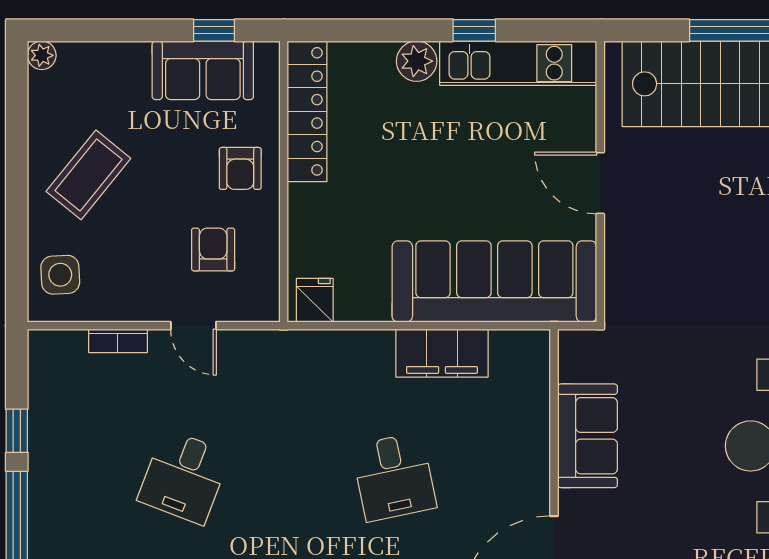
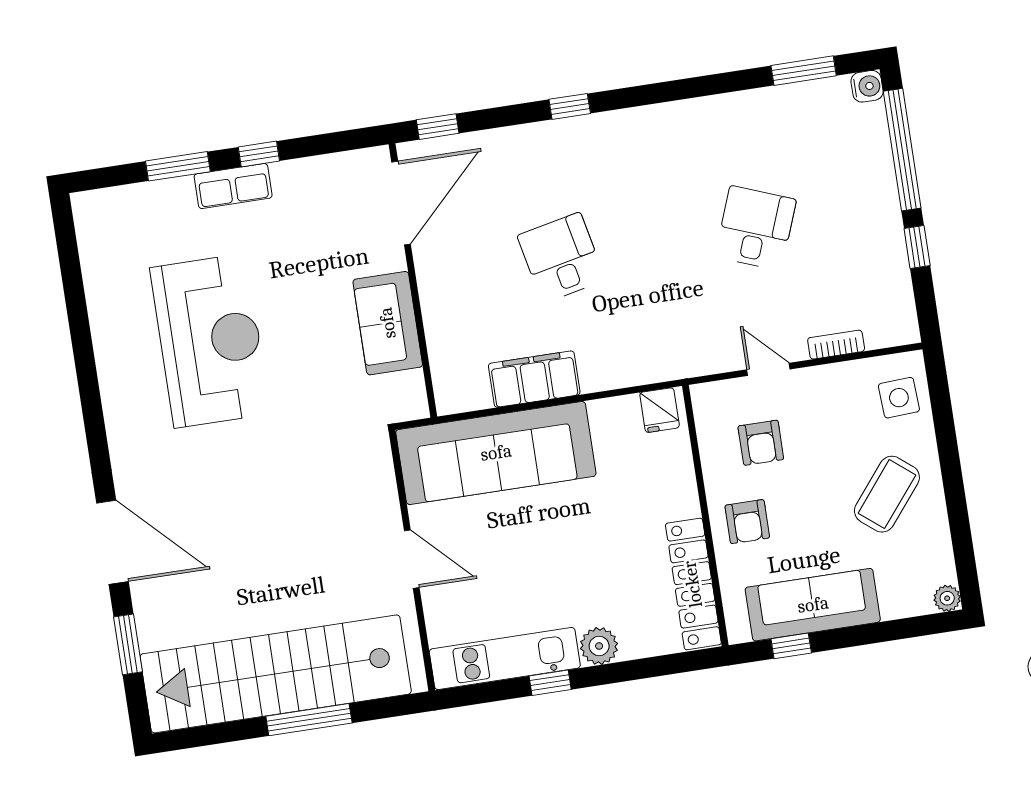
sofa: (203, 70) -> (813, 605), width x1.36
armchair: (240, 168) -> (747, 522), turned 180

